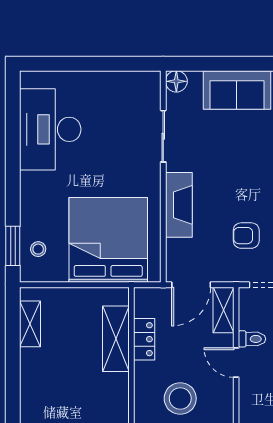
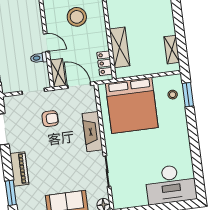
desk: (50, 129) -> (171, 184), moved, turned 90
door: (191, 285) -> (79, 85), hinge flipped
locker: (144, 339) -> (105, 63), moved

